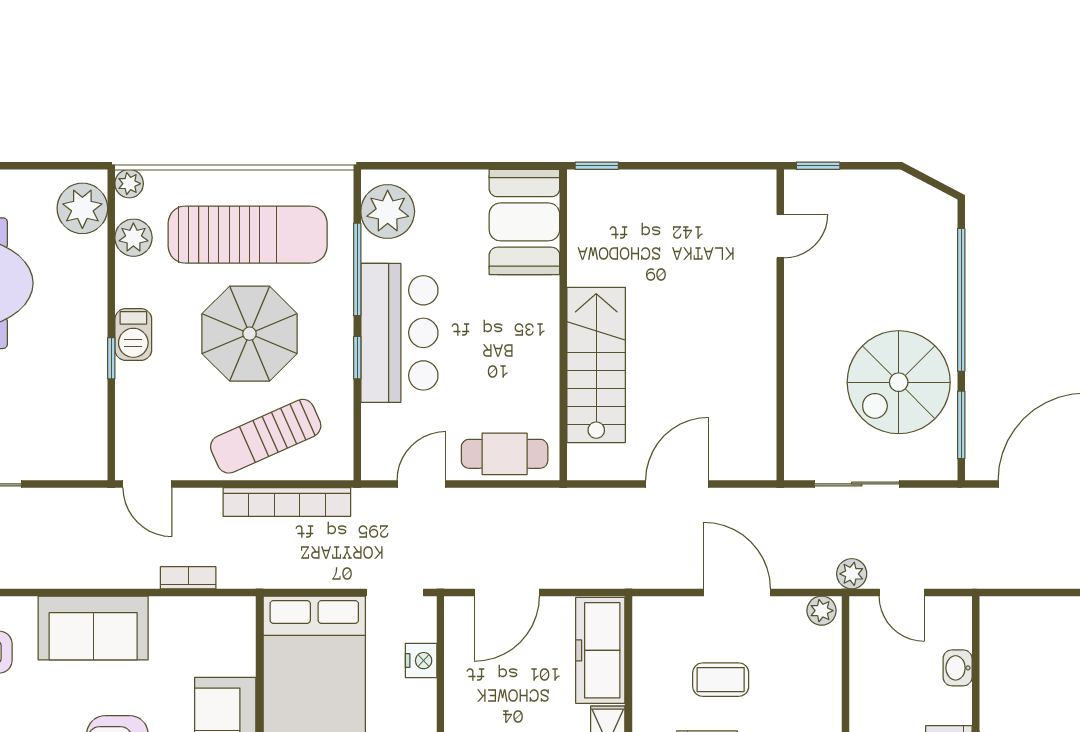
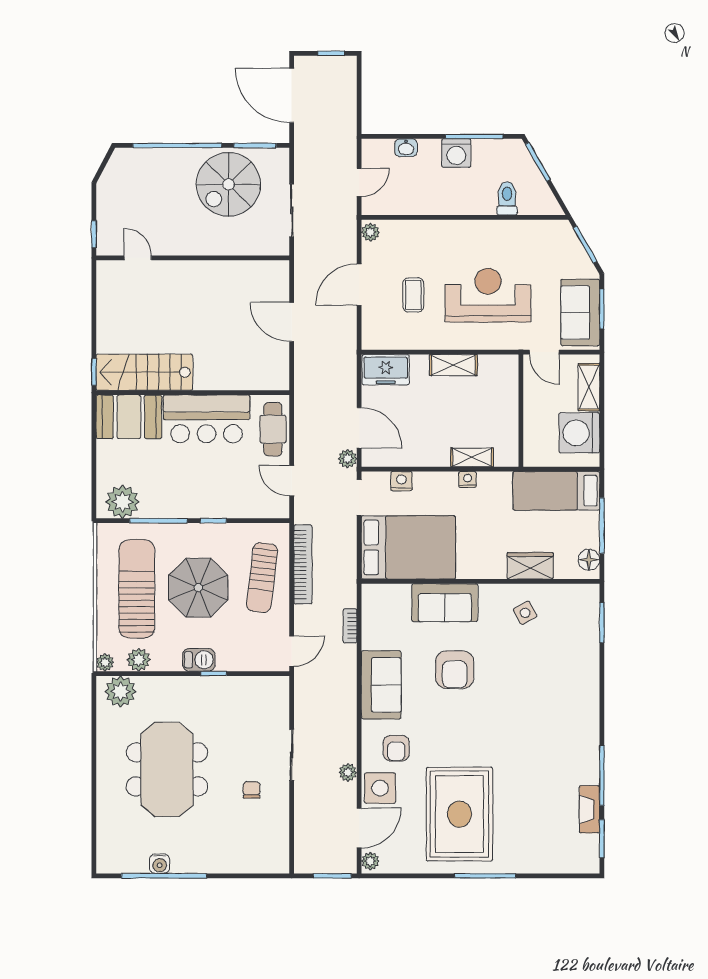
bar counter: (399, 333) -> (207, 419), moved, turned 180
stairs: (596, 365) -> (144, 372), moved
spiral stairs: (899, 382) -> (228, 184), turned 90
sun lounger: (266, 436) -> (262, 578), turned 31
plant: (852, 574) -> (348, 459), moved
freezer: (600, 650) -> (386, 370), width x0.71

